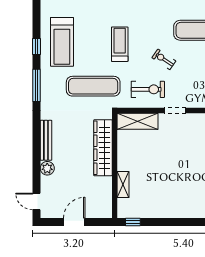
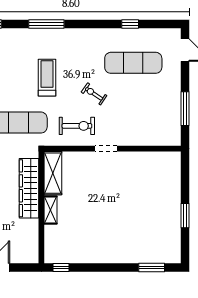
shelving: (138, 121) -> (53, 173), moved, turned 90
shelving: (123, 185) -> (50, 210), moved

